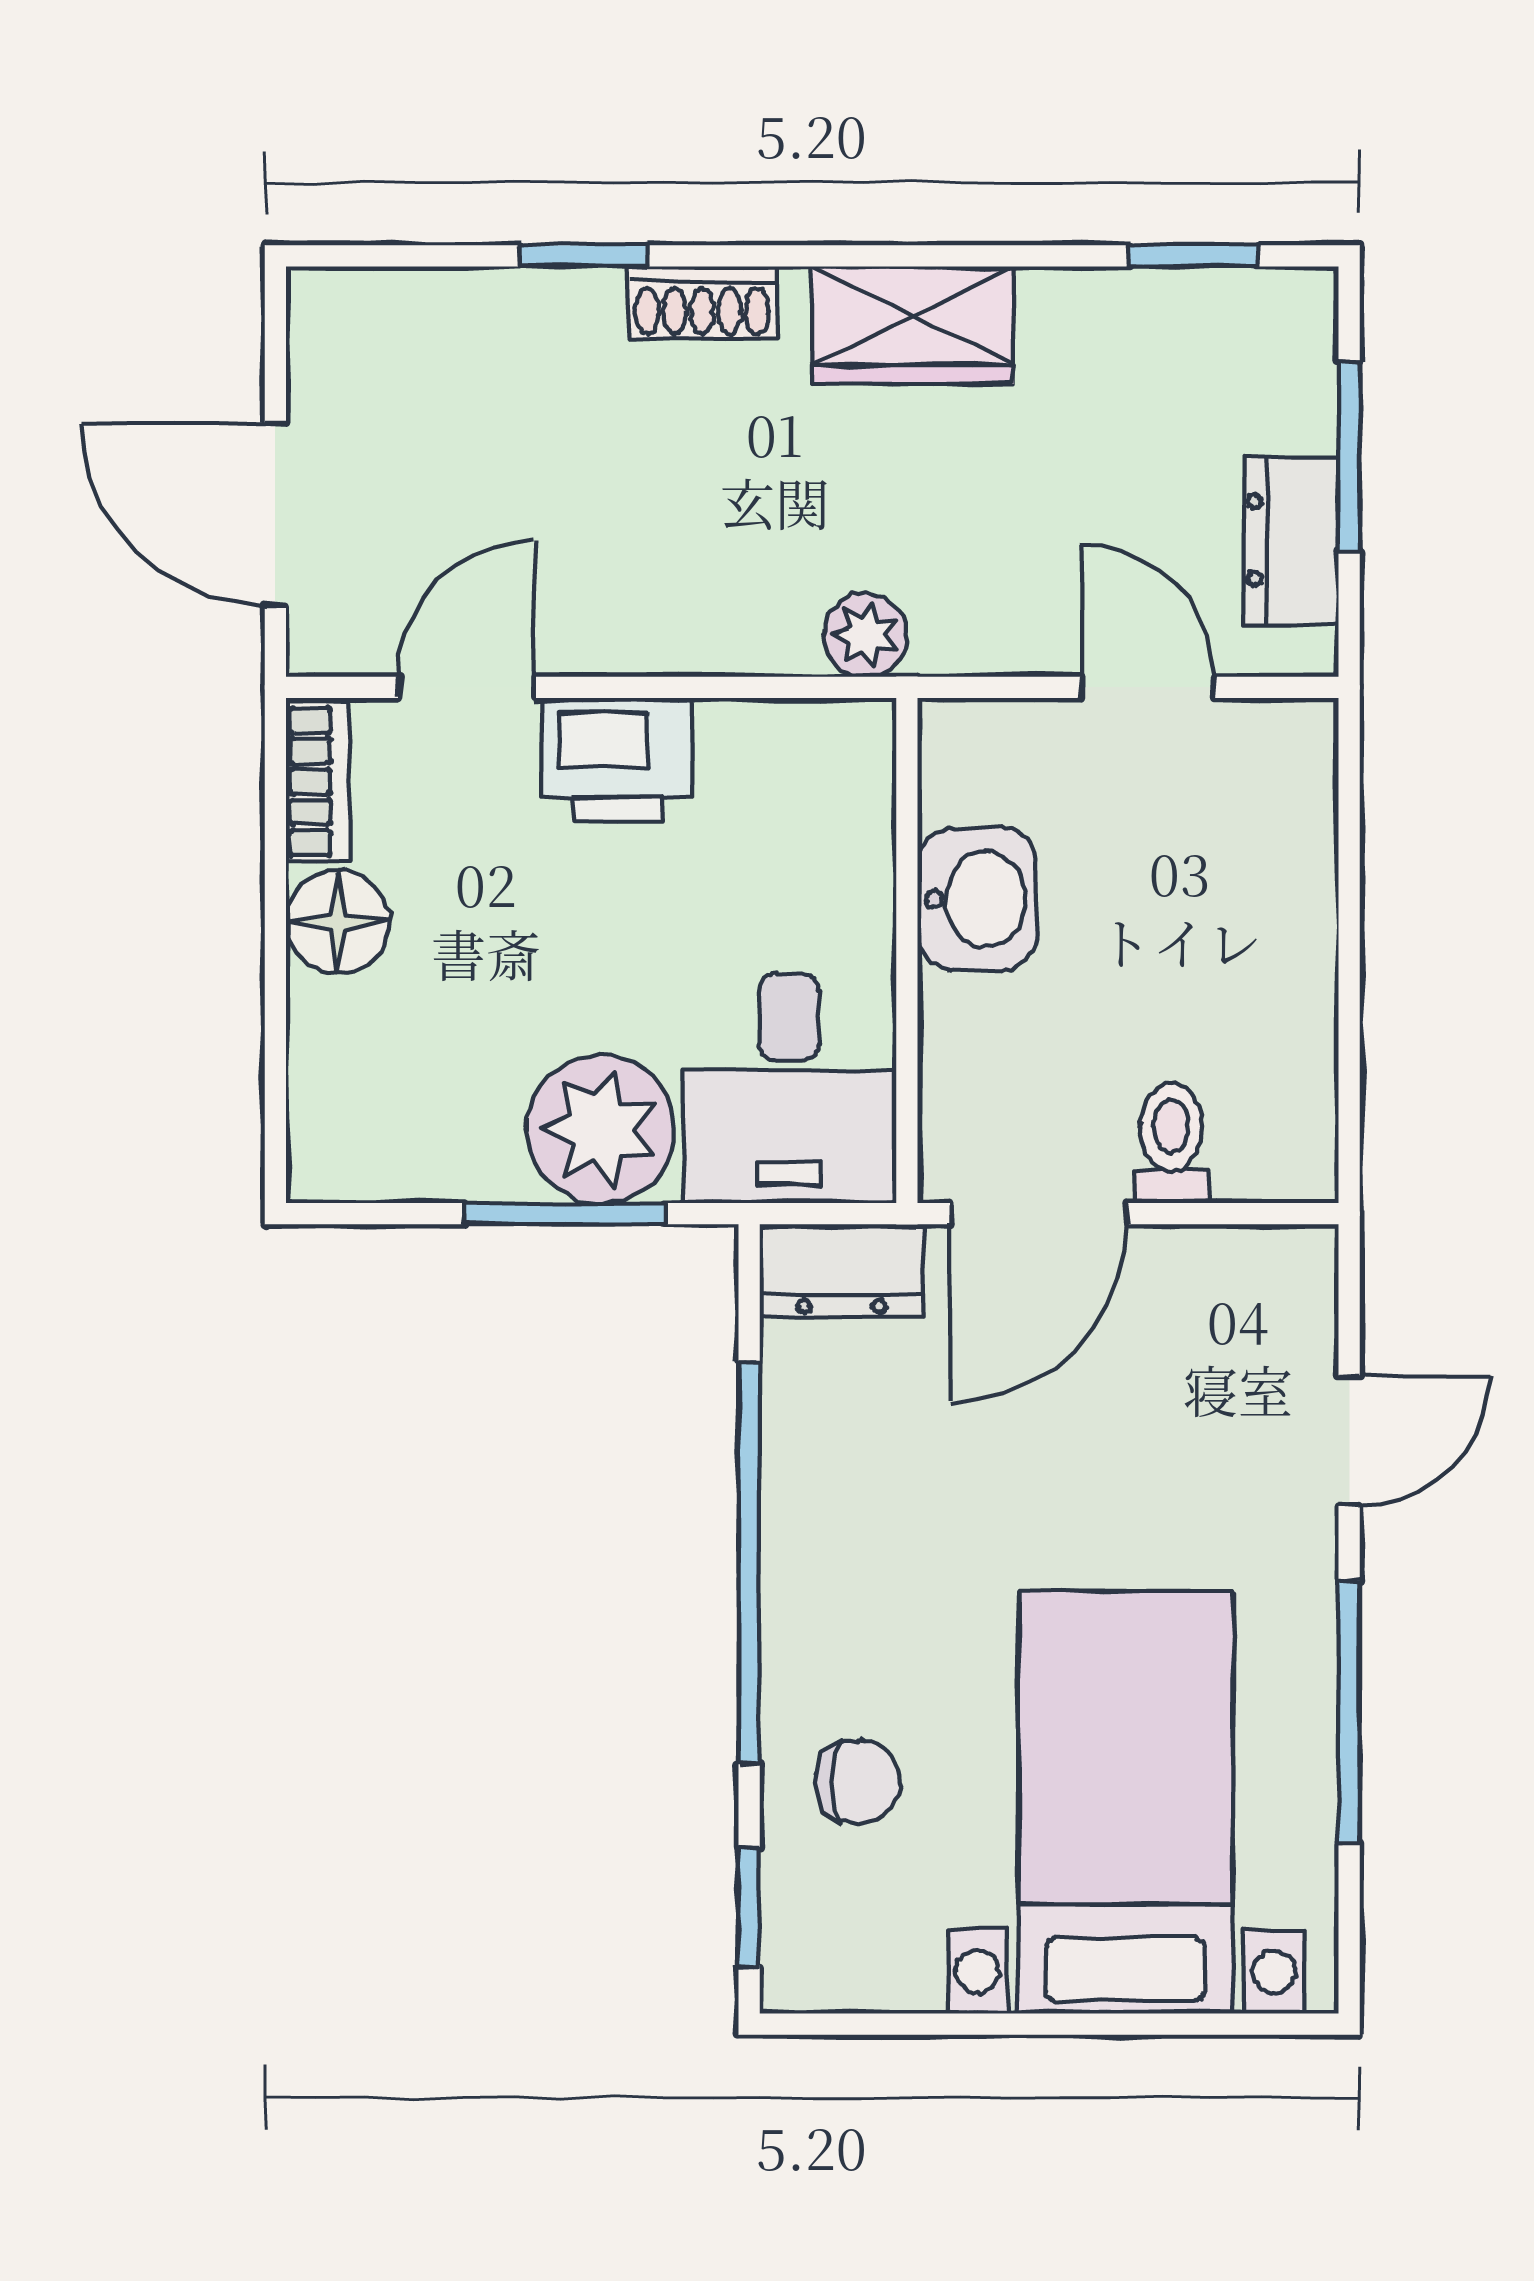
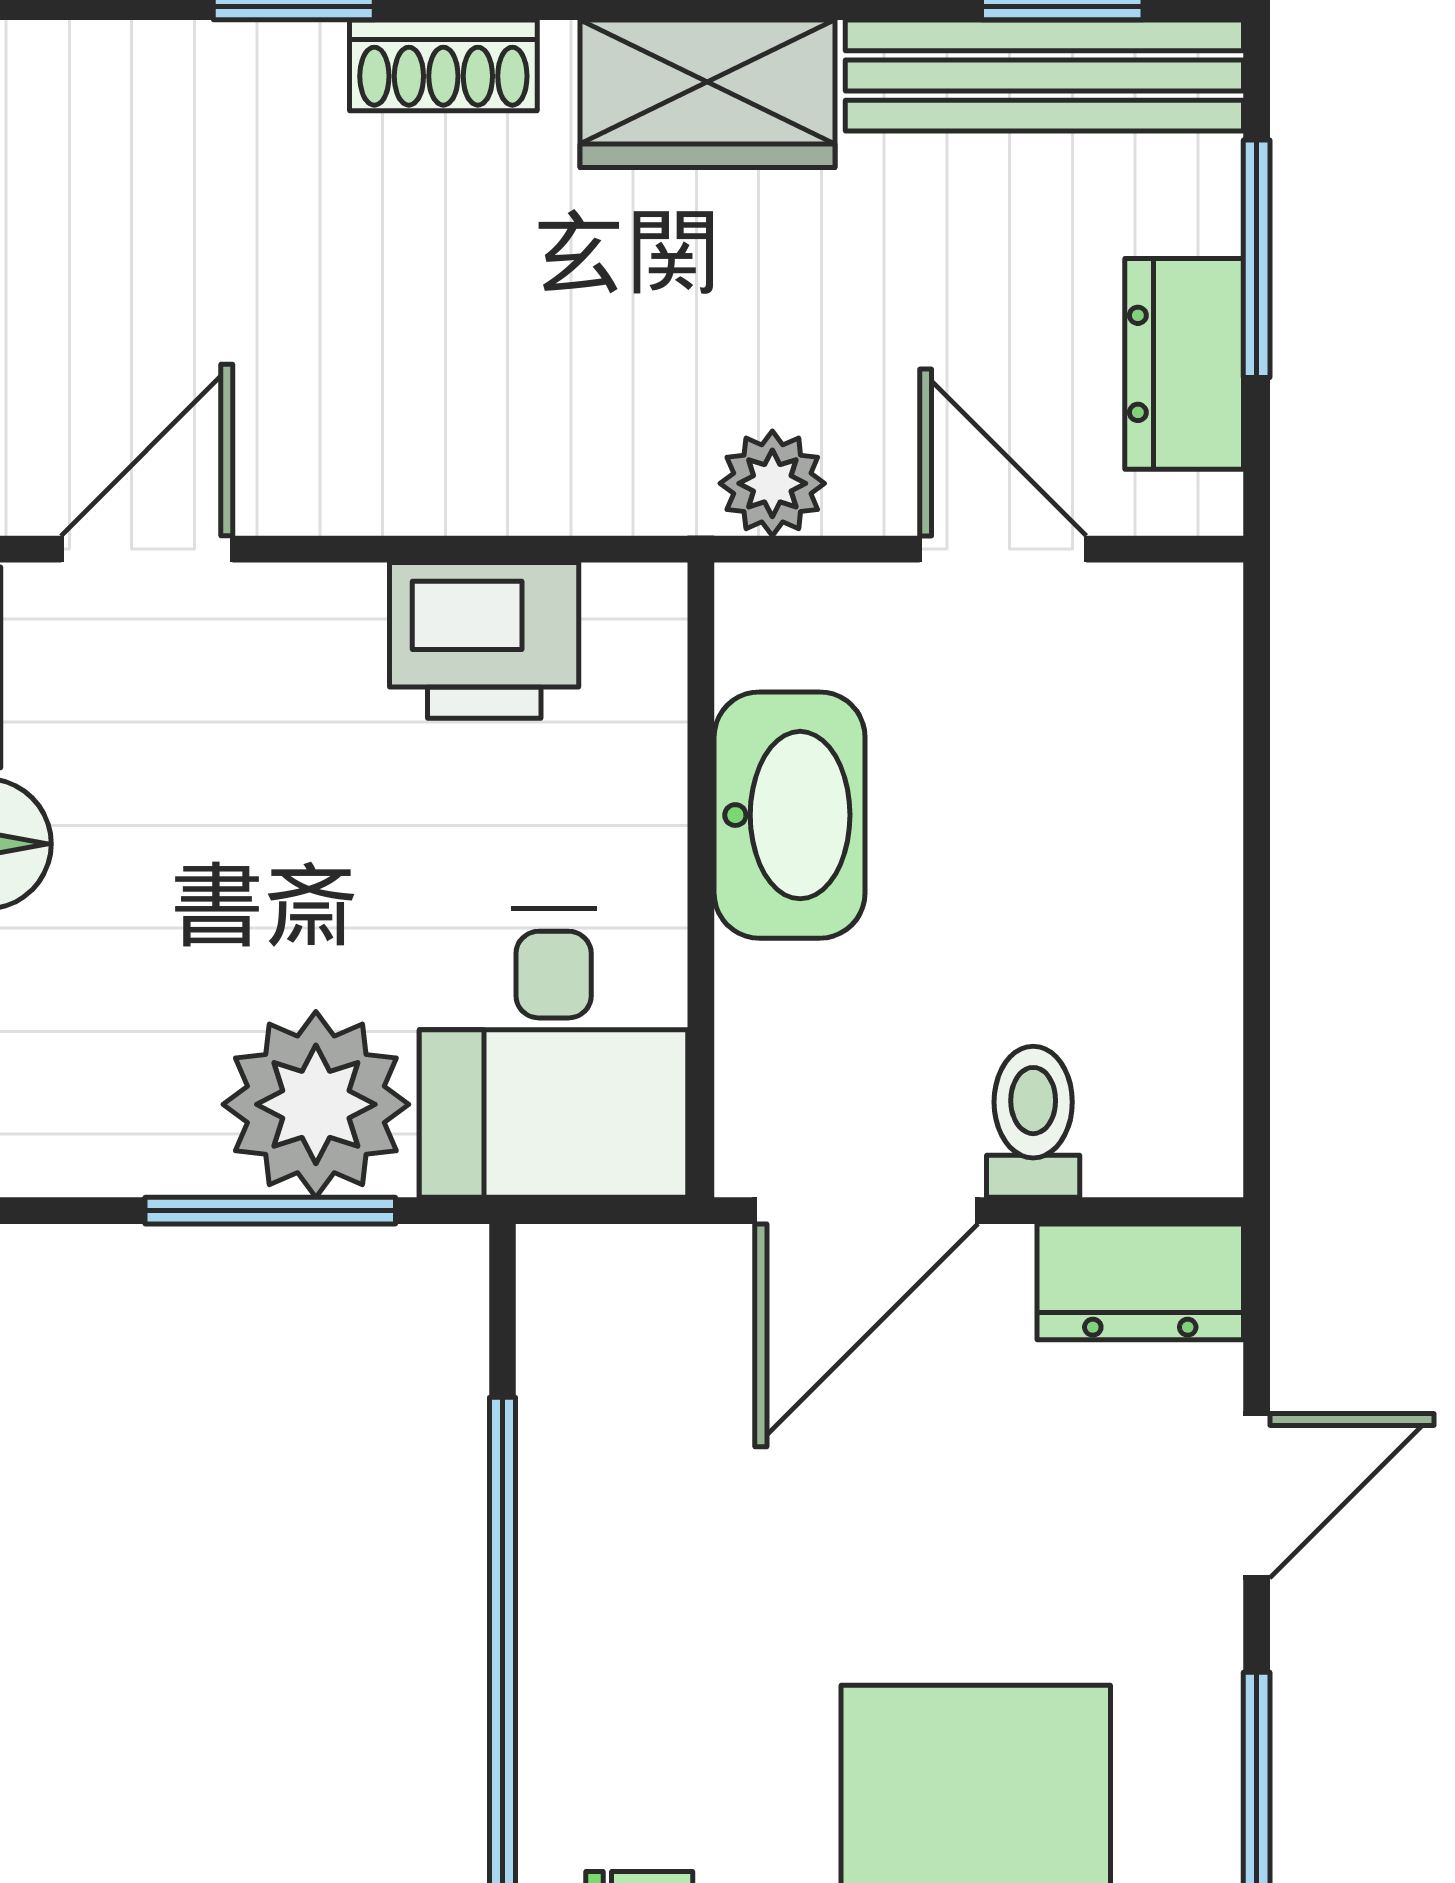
bench: (1180, 311) -> (1044, 75), added
plant: (866, 635) -> (772, 483), moved
printer: (617, 760) -> (484, 640), moved
washbasin: (977, 899) -> (790, 815), width x1.38
dresser: (842, 1270) -> (1140, 1282), moved

